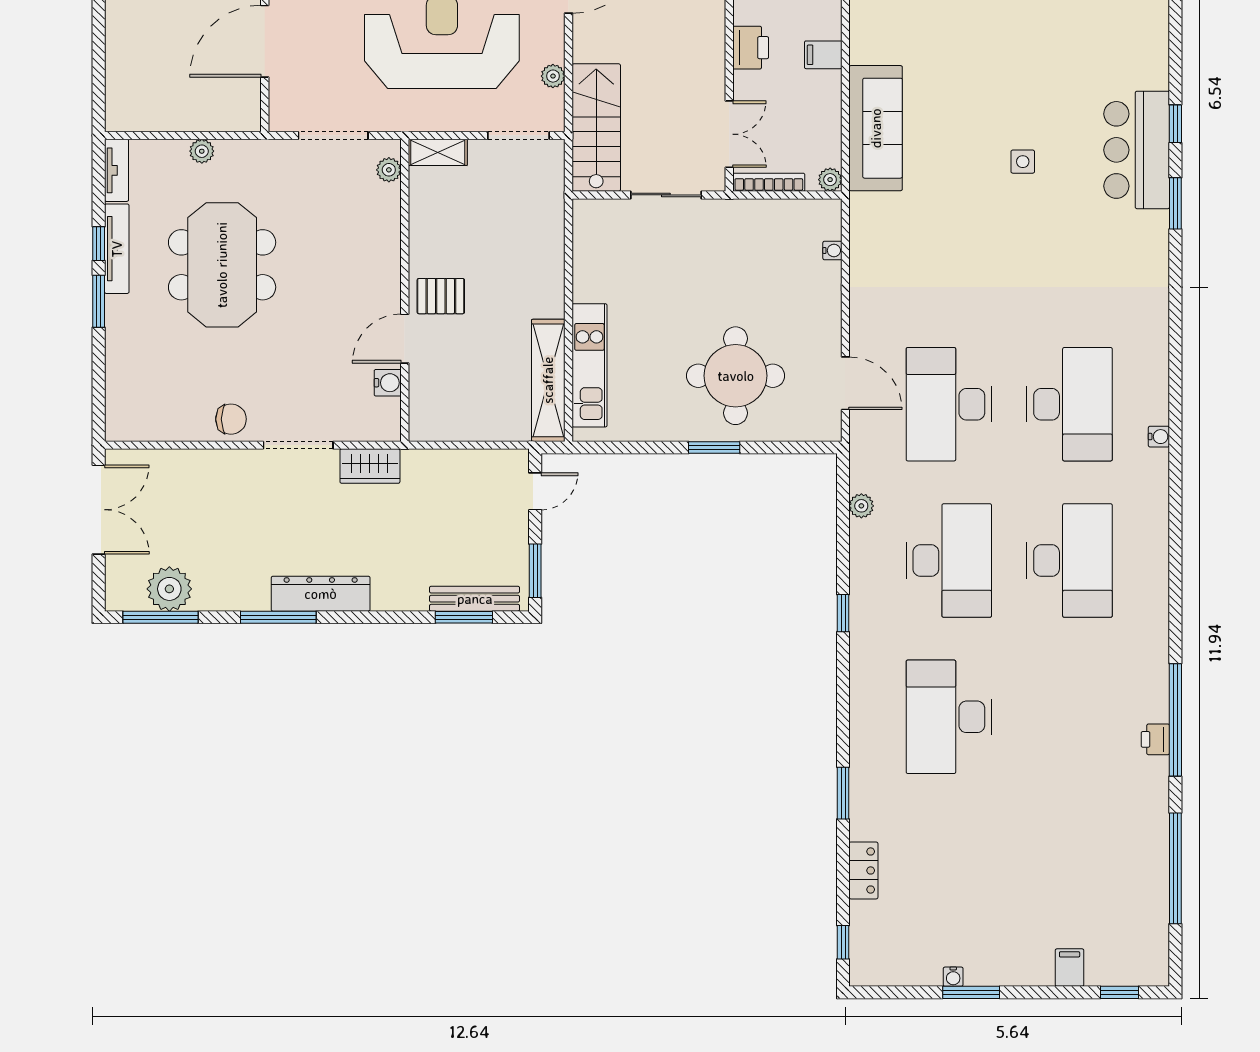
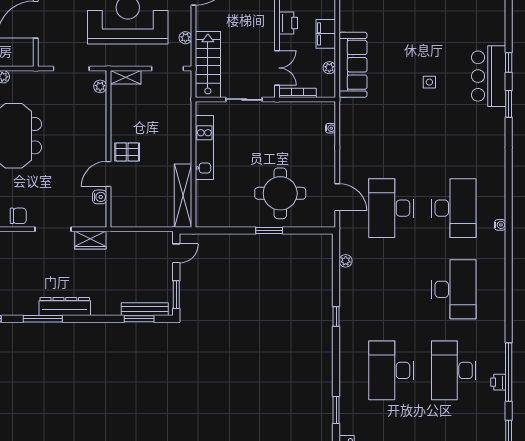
filing cabinet: (823, 55) -> (326, 34), width x2.00
plant: (830, 180) -> (329, 68), moved
kitchen unit: (589, 365) -> (204, 147), moved
desk: (949, 561) -> (454, 370), moved, turned 180

